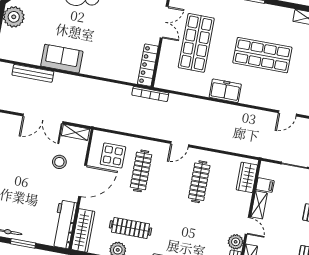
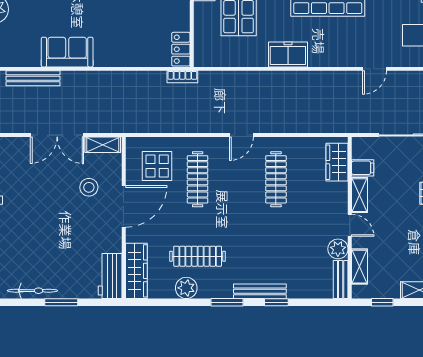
locker: (148, 65) -> (181, 49), width x0.66
bookcase: (150, 94) -> (182, 77), width x0.64
workbench: (64, 224) -> (110, 276), width x0.73

